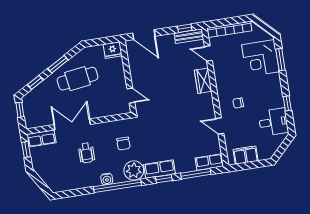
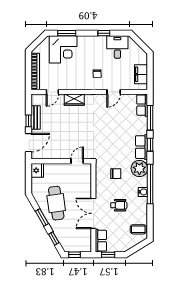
window: (185, 28) -> (29, 121), moved
bench: (189, 36) -> (36, 118), moved
coffee table: (62, 180) -> (138, 229), added

